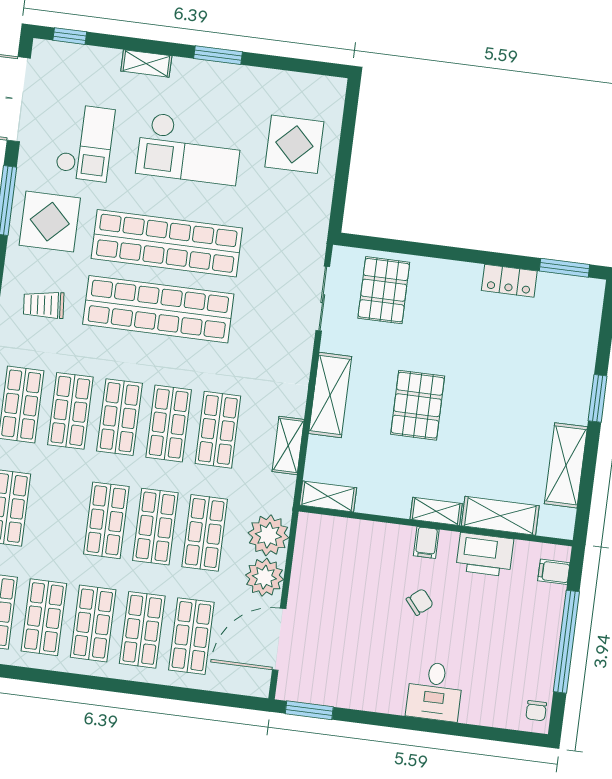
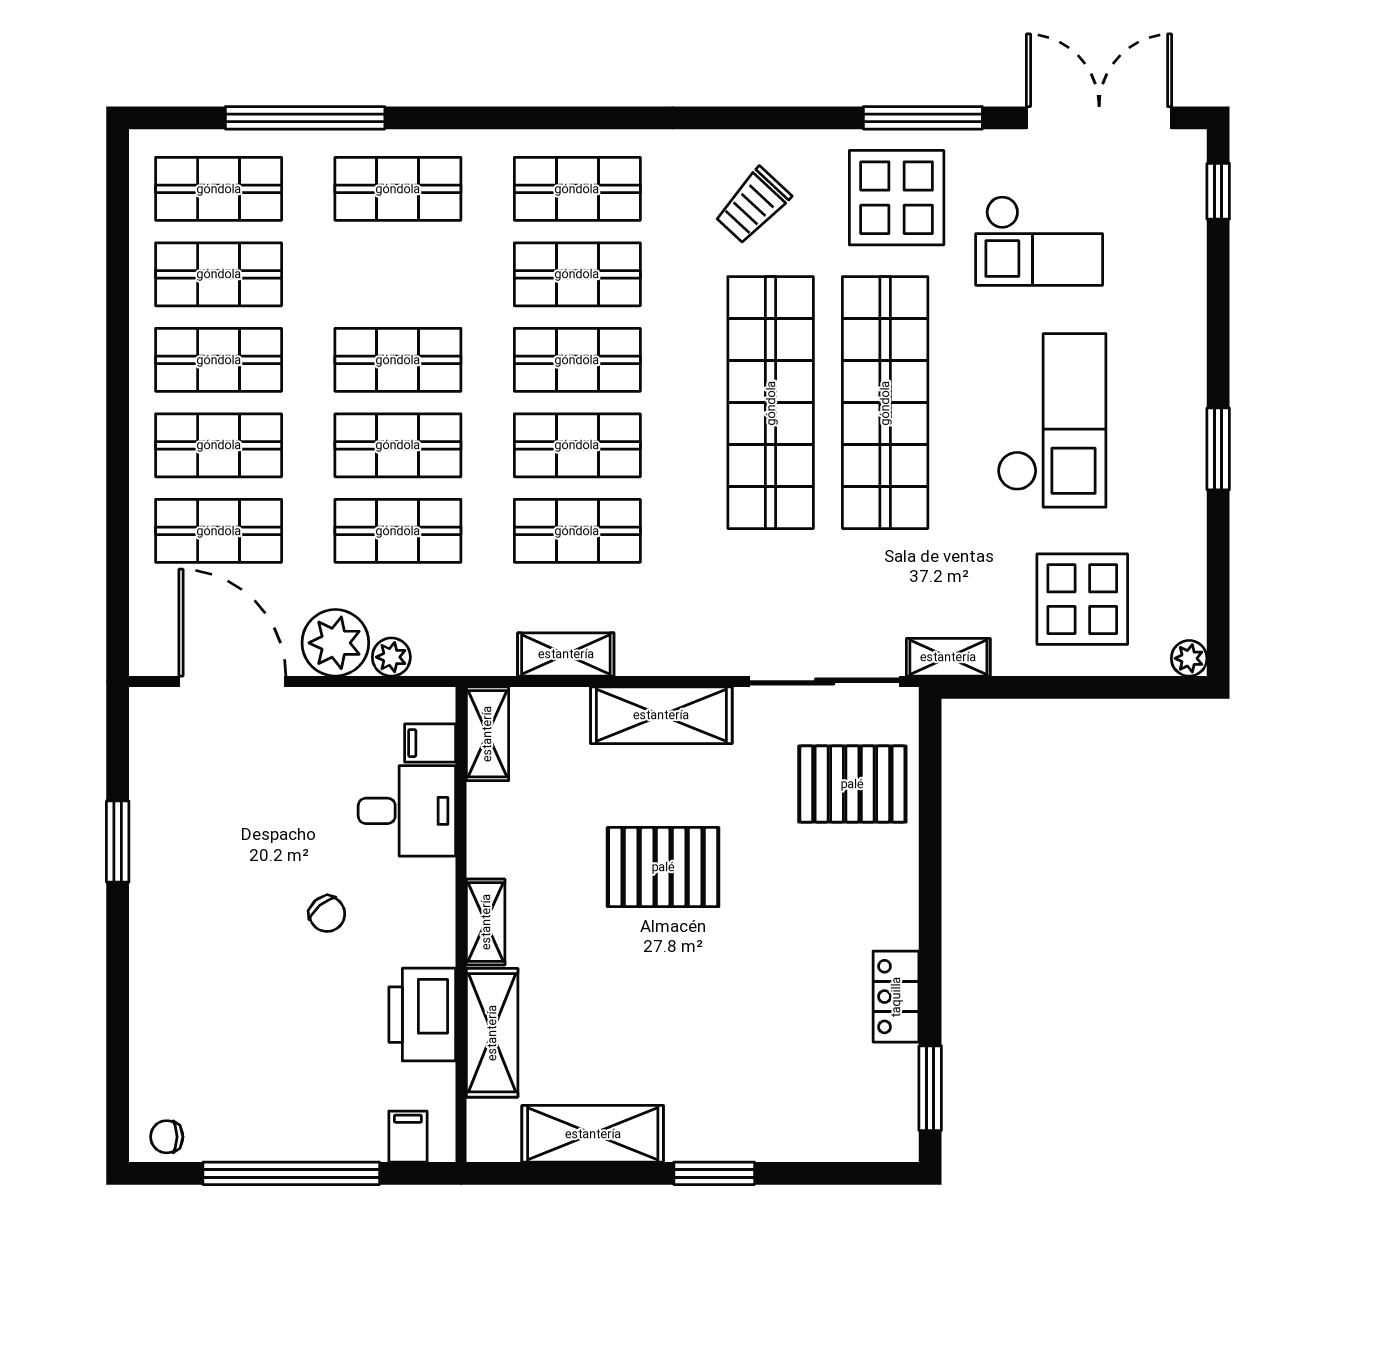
shelving: (146, 63) -> (948, 657), moved, turned 90
plant: (336, 87) -> (1189, 658), added
checkout: (189, 149) -> (1052, 420), turned 180
sliding door: (323, 299) -> (825, 682), width x1.37
trolley: (44, 305) -> (753, 206), turned -132
plant: (268, 535) -> (391, 657), width x0.53, depth x0.53
filing cabinet: (426, 543) -> (430, 743), moved
desk: (435, 691) -> (407, 811), moved, turned 180
window: (309, 710) -> (118, 842), moved

